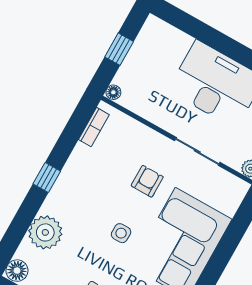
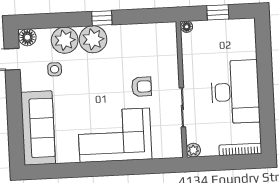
bookcase: (94, 127) -> (155, 28), removed
plant: (63, 201) -> (93, 39), added
side table: (121, 233) -> (55, 69), moved

